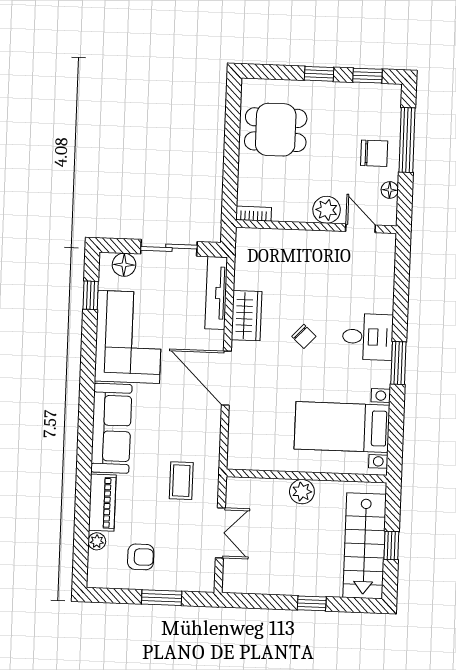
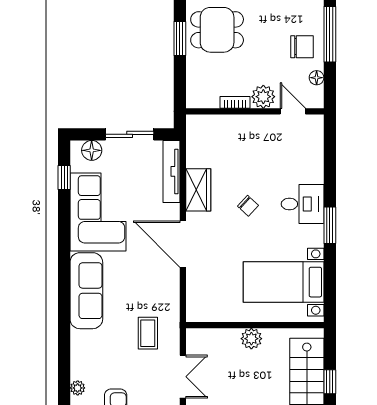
window: (232, 138) -> (180, 39), added
bookcase: (254, 214) -> (235, 102), moved
piano: (102, 503) -> (81, 355), removed

